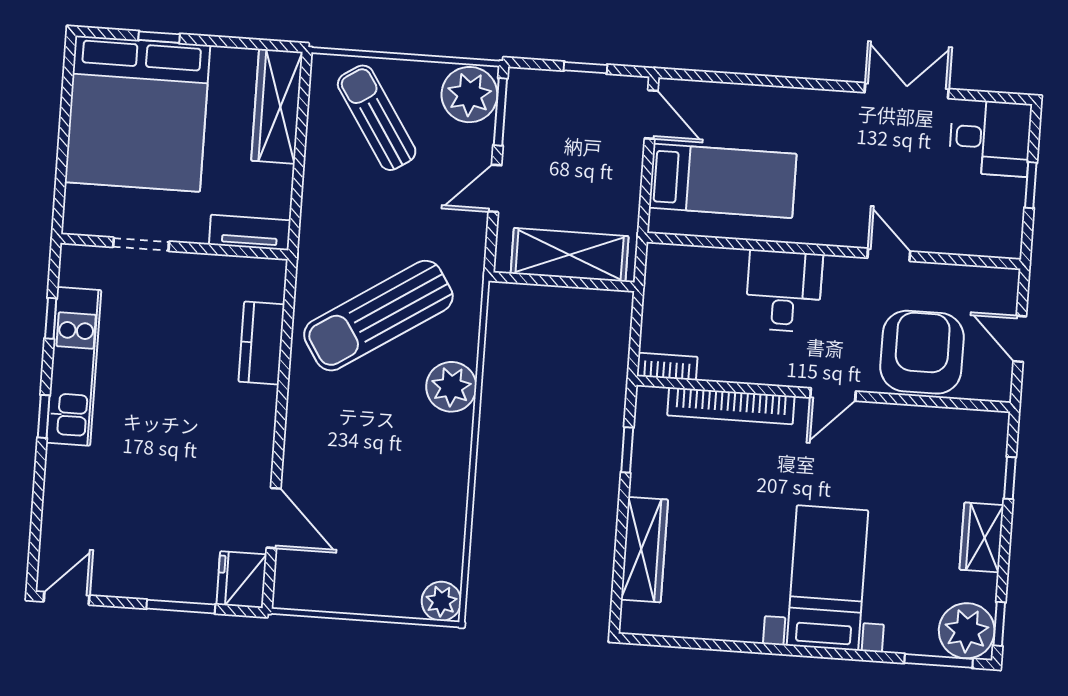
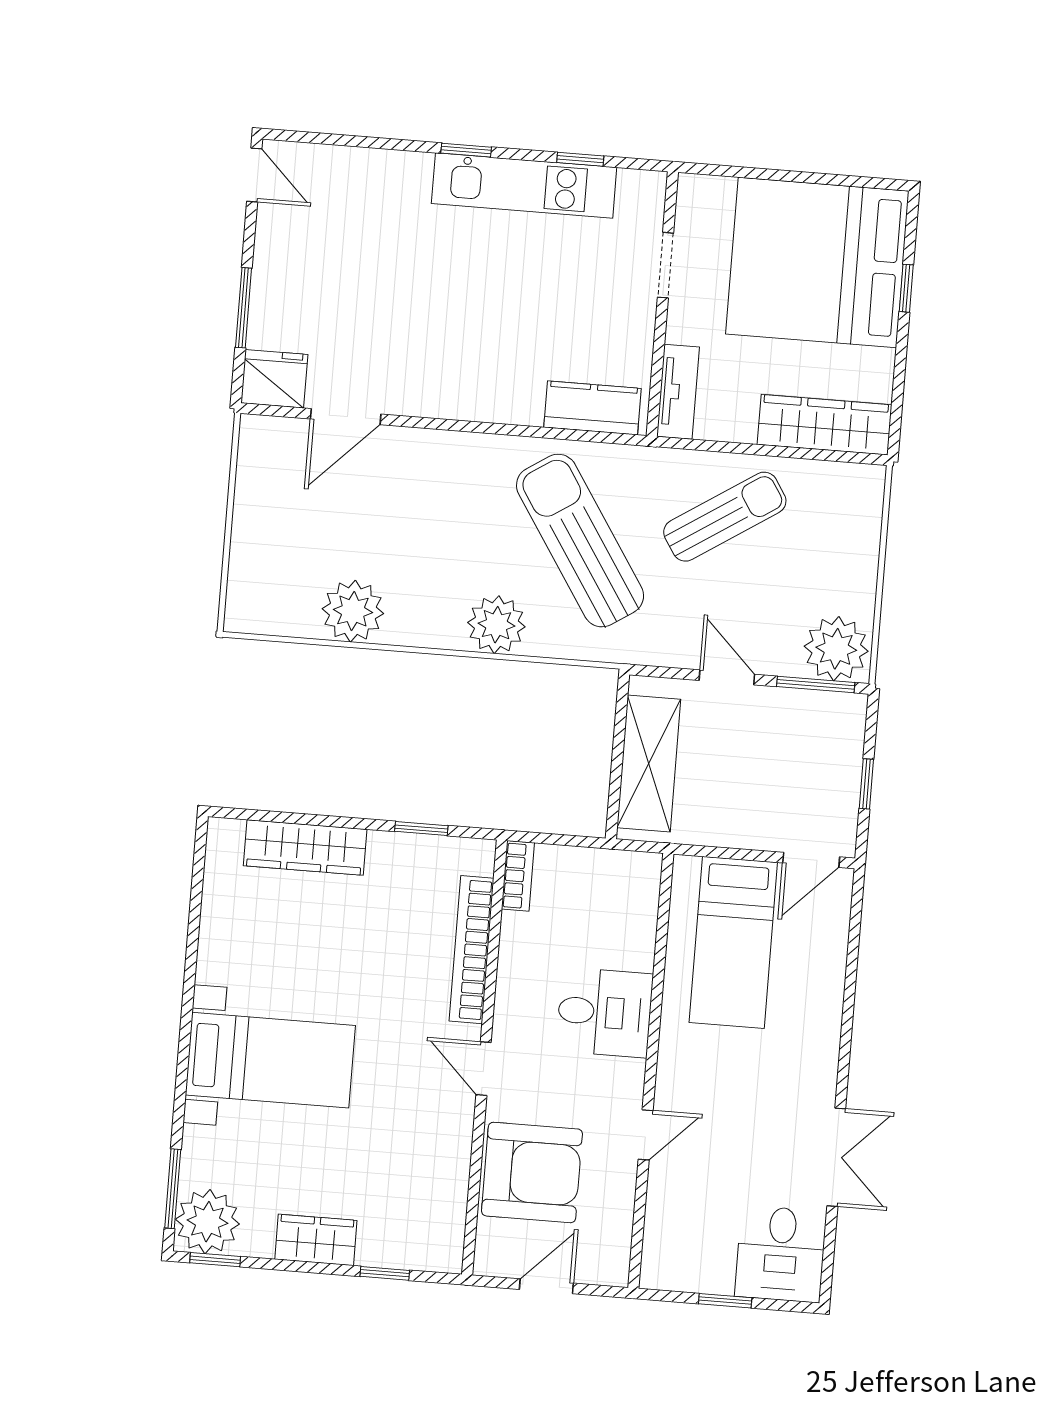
sun lounger: (377, 118) -> (725, 517), moved
kitchen counter: (262, 343) -> (592, 408), moved
plant: (441, 601) -> (353, 611), moved, width x1.36, depth x1.36

